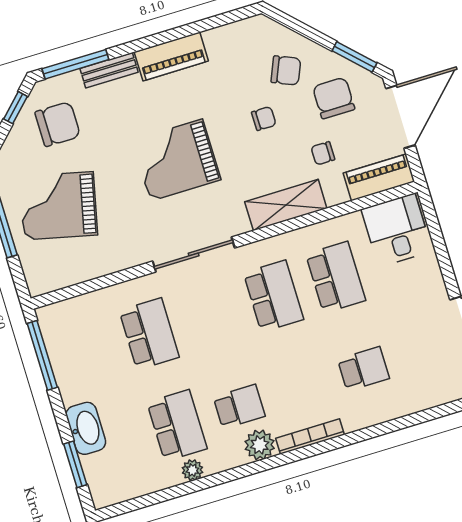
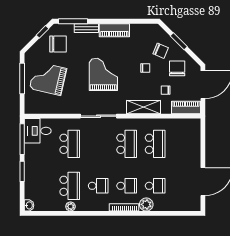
window: (354, 57) -> (179, 41), moved
grand piano: (176, 160) -> (103, 74), turned 90
desk: (397, 230) -> (38, 131), moved, turned -90
school desk: (301, 388) -> (127, 186), added
washbasin: (86, 428) -> (29, 205), moved, width x0.52, depth x0.69
plant: (260, 445) -> (146, 204), moved
window: (75, 464) -> (22, 171), moved

